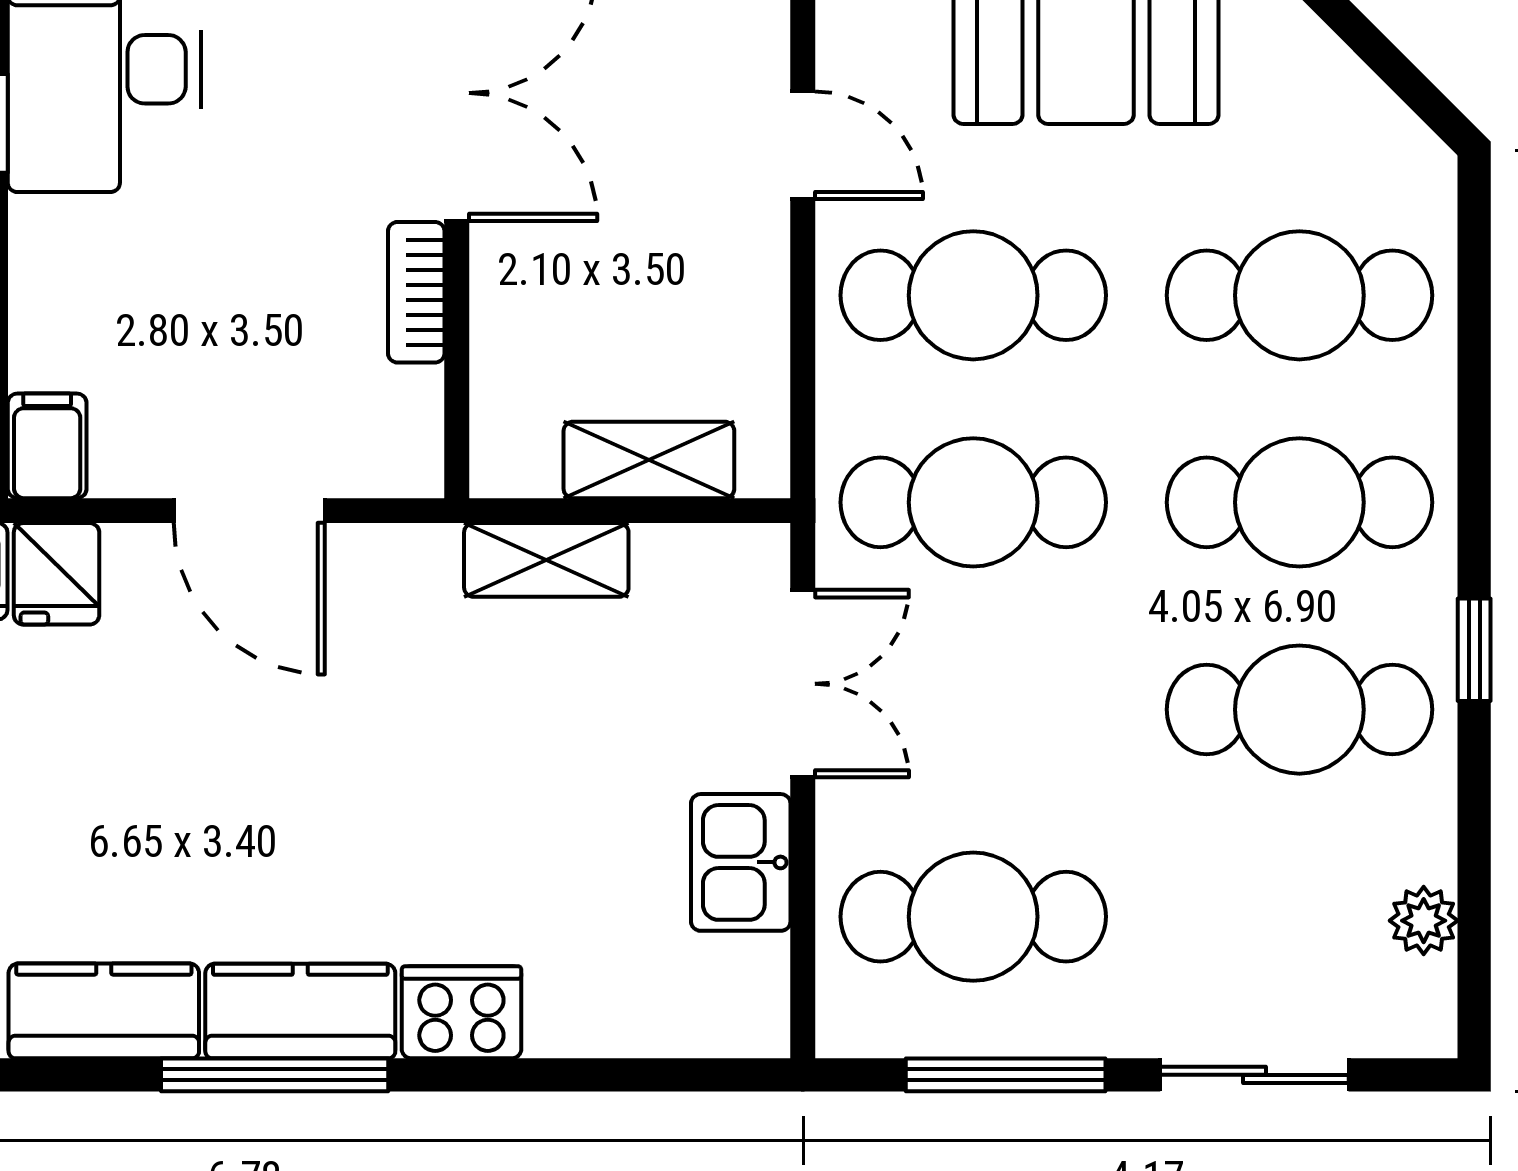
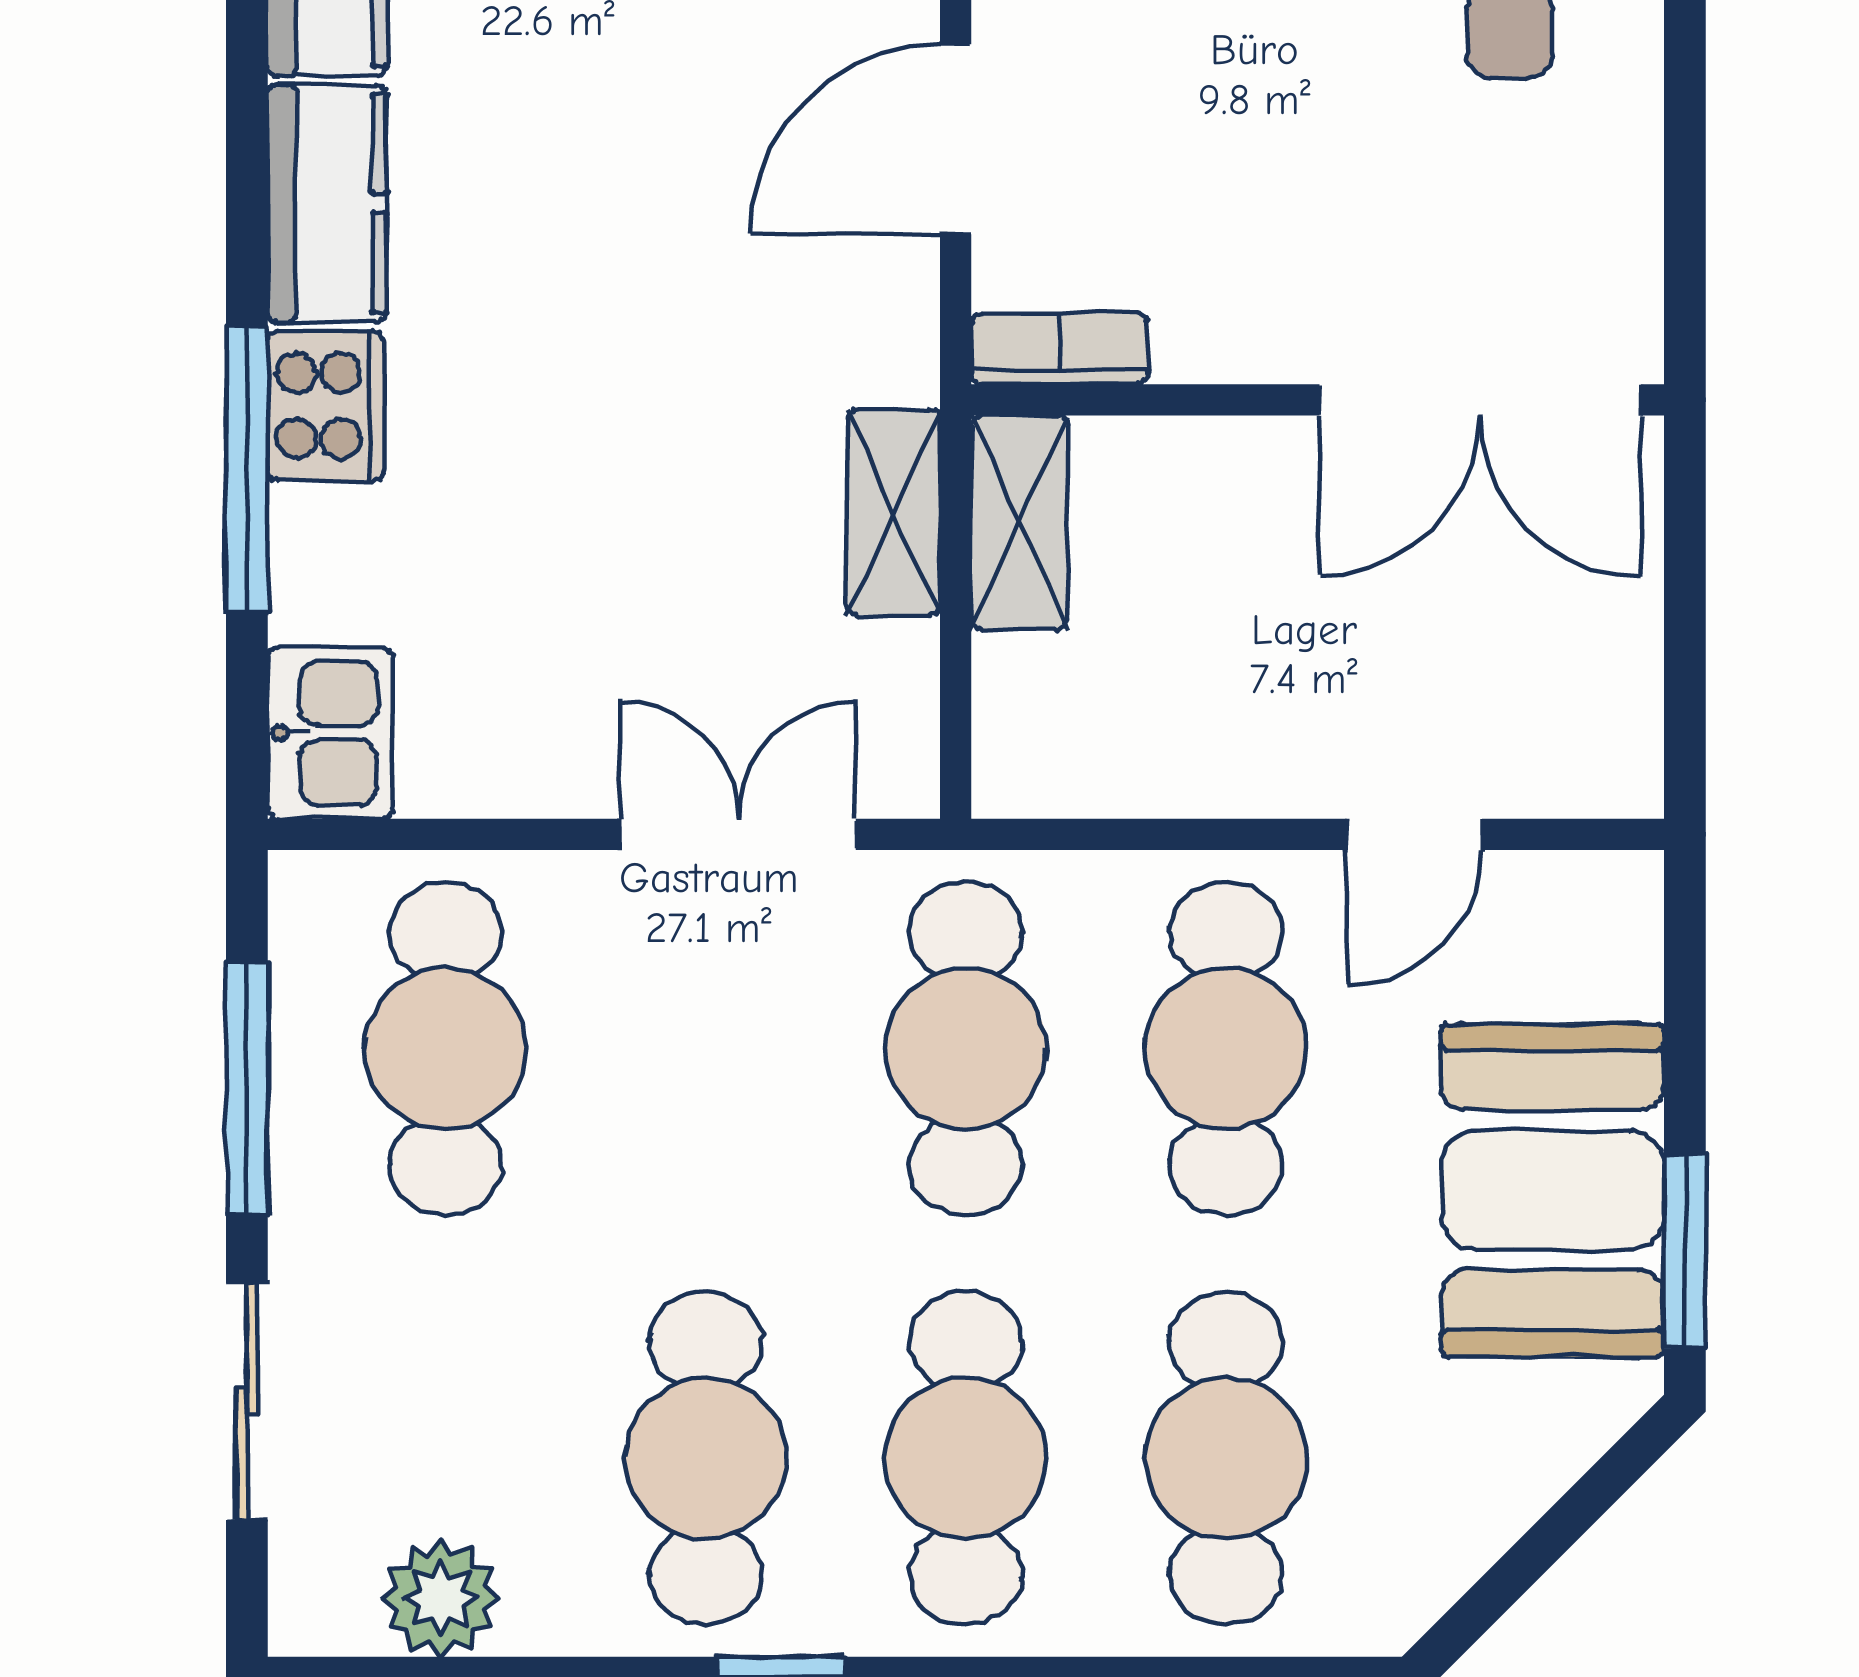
bookcase: (416, 292) -> (1060, 349), moved
shelving: (649, 460) -> (1019, 522), moved
double door: (803, 684) -> (738, 834), swing flipped
kitchen sink: (741, 862) -> (330, 733), moved, turned 90
plant: (1424, 921) -> (441, 1598), width x1.38, depth x1.38
window: (275, 1075) -> (247, 470), moved

